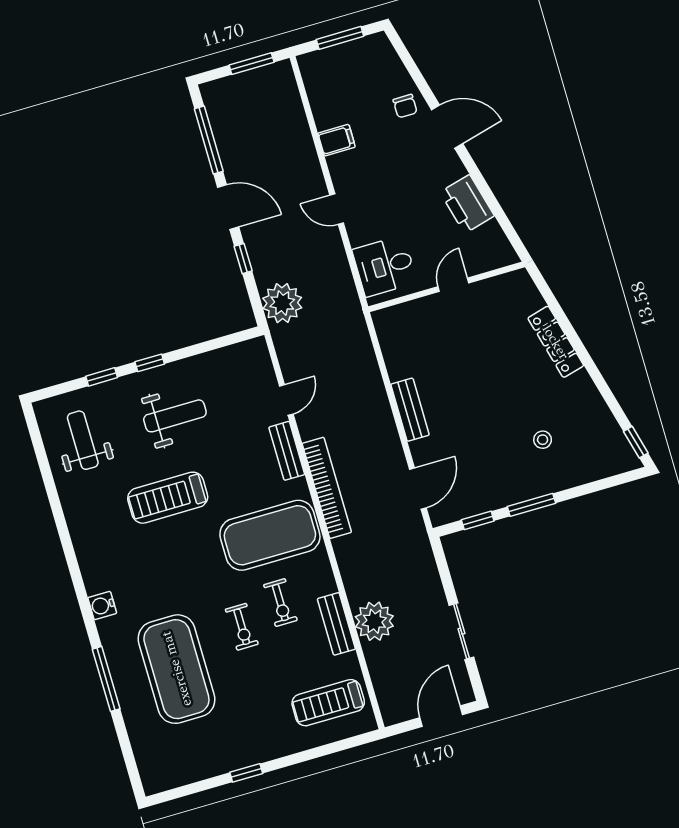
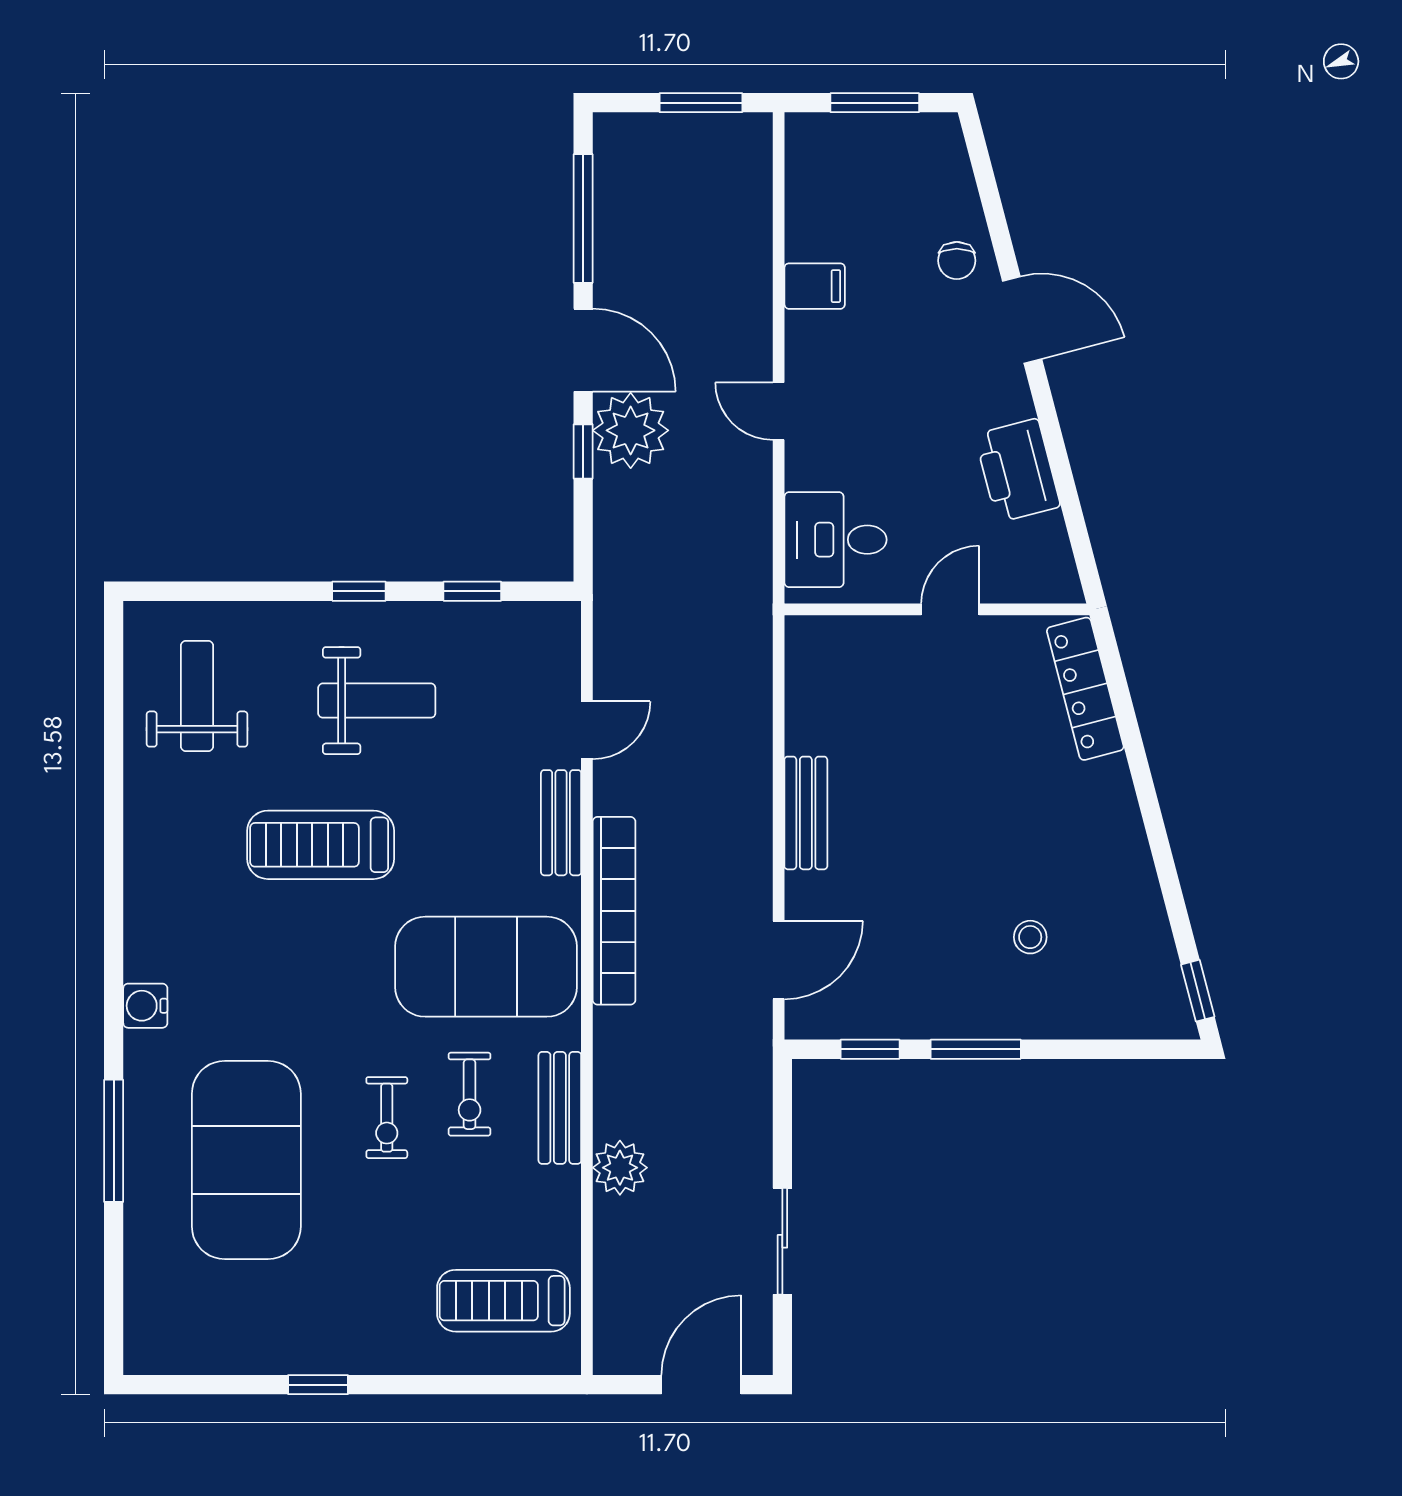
plant: (282, 303) -> (631, 430), moved
locker: (556, 342) -> (1085, 689), moved
window: (102, 377) -> (472, 591), moved
plant: (374, 621) -> (620, 1168), width x0.73, depth x0.73
bench: (336, 624) -> (560, 1108), moved

